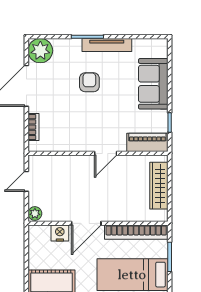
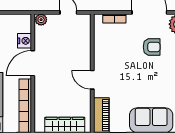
armchair: (89, 82) -> (152, 47), moved
door: (86, 223) -> (33, 63), hinge flipped

